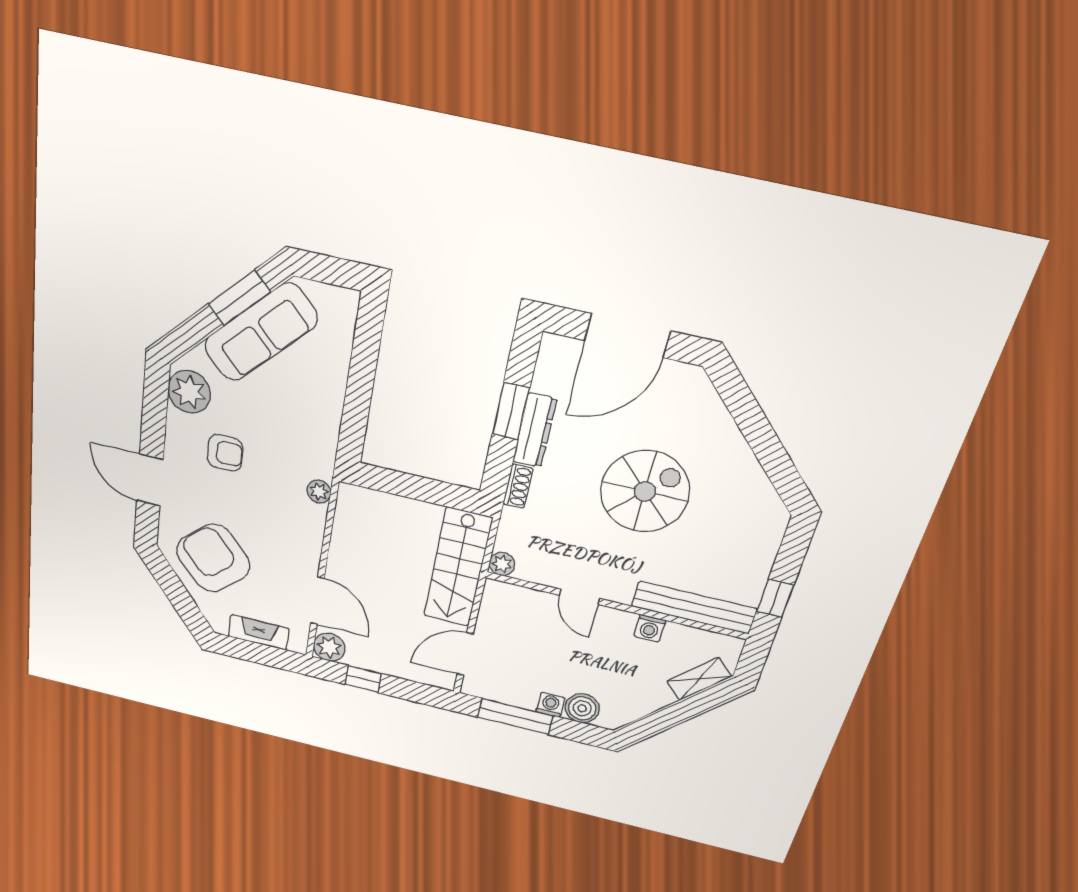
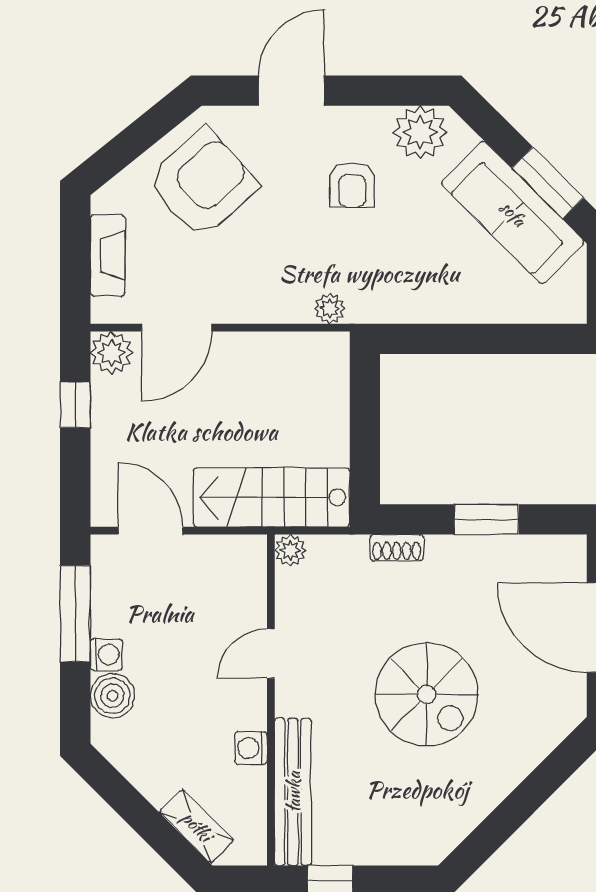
dresser: (535, 430) -> (470, 552), removed

